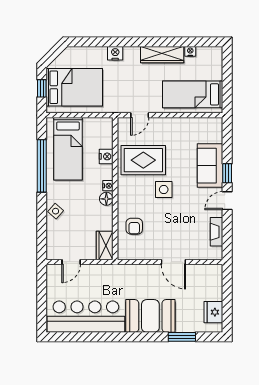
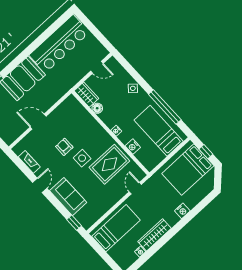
window: (227, 173) -> (74, 223), moved
floor lamp: (106, 199) -> (97, 108), moved
armchair: (134, 226) -> (64, 147), moved
door: (71, 262) -> (97, 67), swing flipped

